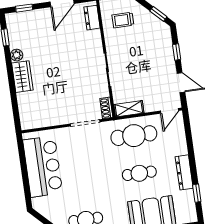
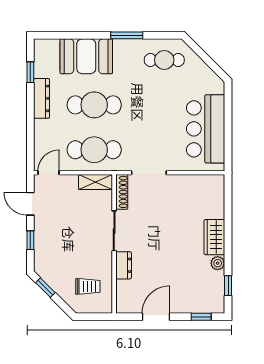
dresser: (92, 18) -> (124, 265), moved
shoe rack: (106, 108) -> (122, 192), width x1.43
cafe table: (139, 173) -> (94, 105), width x1.37, depth x1.35

